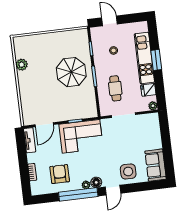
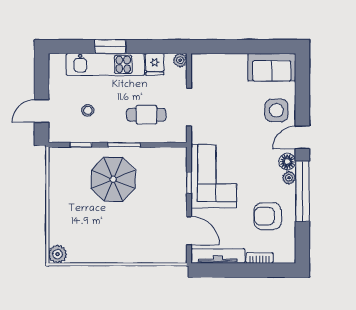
plant: (22, 65) -> (57, 254), moved
tv unit: (30, 140) -> (218, 256), width x1.41
door: (113, 190) -> (302, 137), swing flipped

